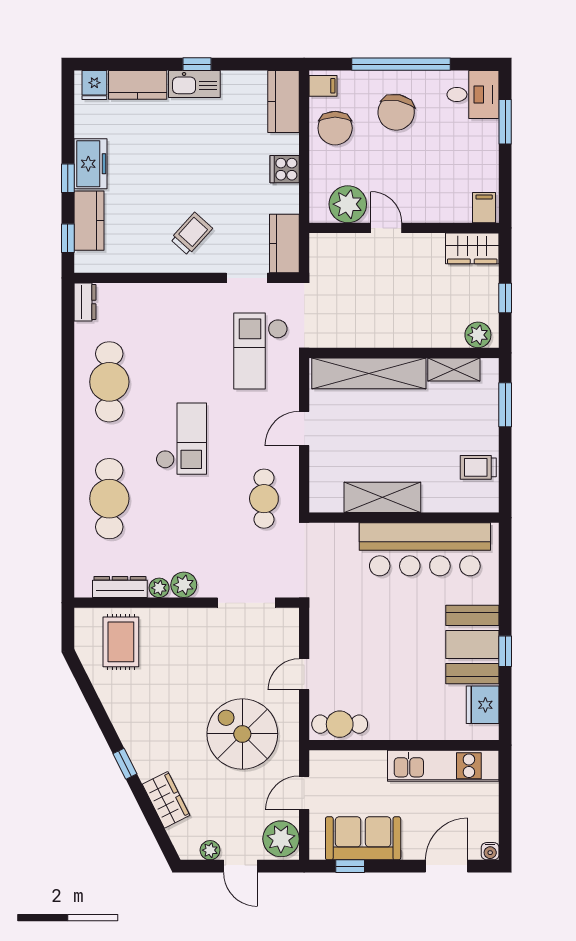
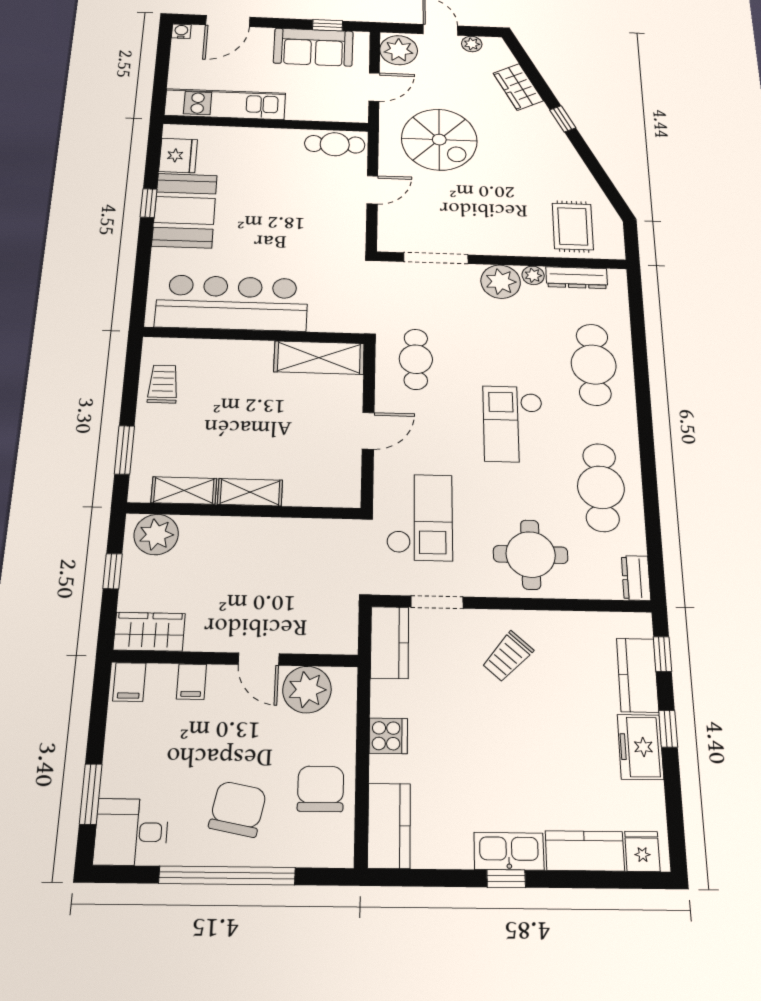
filing cabinet: (323, 86) -> (191, 682), moved, turned -90
round table: (170, 320) -> (531, 555), added
plant: (478, 335) -> (156, 535), width x1.36, depth x1.36
shelving: (369, 373) -> (250, 492), width x0.45, depth x0.75
trolley: (478, 467) -> (163, 384), turned -90
shelving: (382, 497) -> (319, 358), moved
plant: (184, 585) -> (501, 282), width x1.36, depth x1.36

